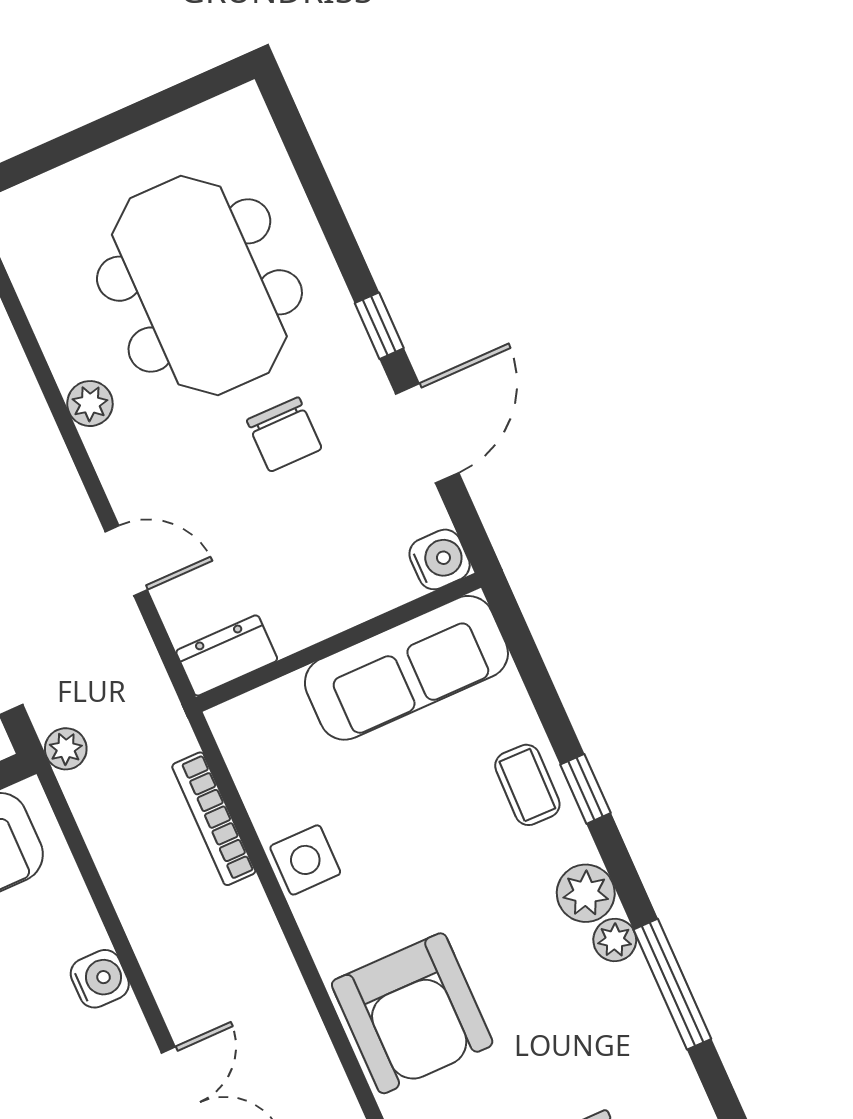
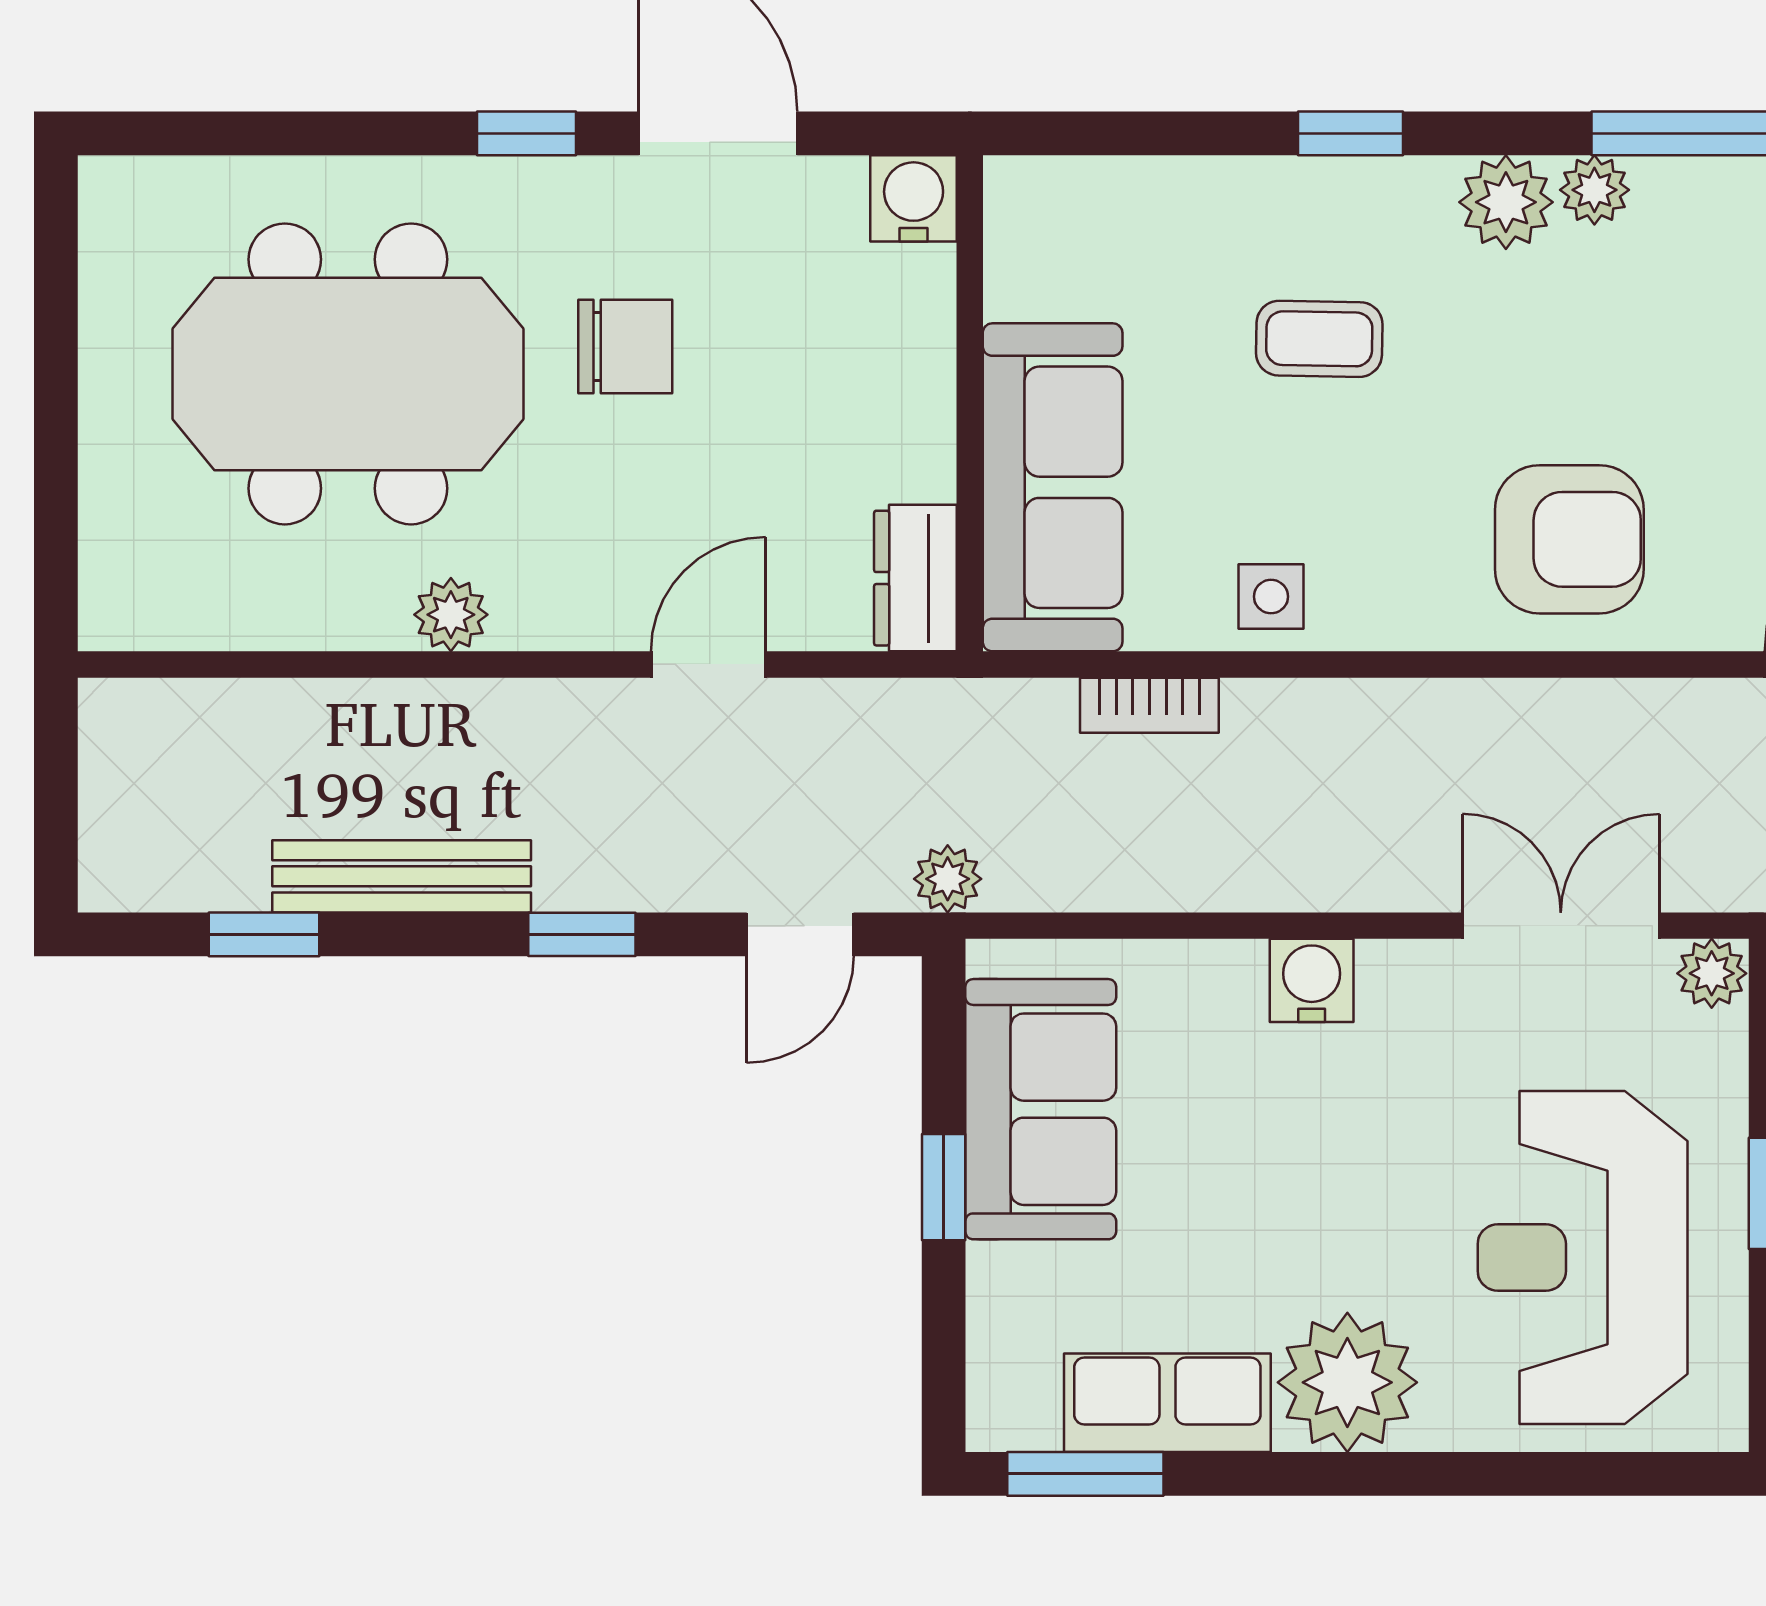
sofa: (406, 668) -> (1053, 487), moved
coffee table: (527, 785) -> (1319, 339), moved
bookcase: (214, 819) -> (1149, 705), width x0.64
side table: (305, 860) -> (1271, 597), width x0.73, depth x0.73
armchair: (412, 1013) -> (1569, 539), width x0.73, depth x0.73

